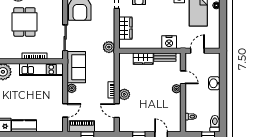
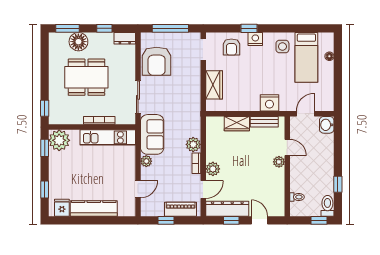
dining table: (24, 22) -> (86, 77), width x1.38
plant: (109, 47) -> (193, 144), moved
washbasin: (214, 83) -> (327, 125), moved
window: (223, 107) -> (338, 184), added
door: (117, 111) -> (203, 190), swing flipped
kitchen counter: (24, 126) -> (94, 209), width x1.50
piano: (82, 126) -> (181, 209), moved
dresser: (136, 126) -> (227, 209), added

